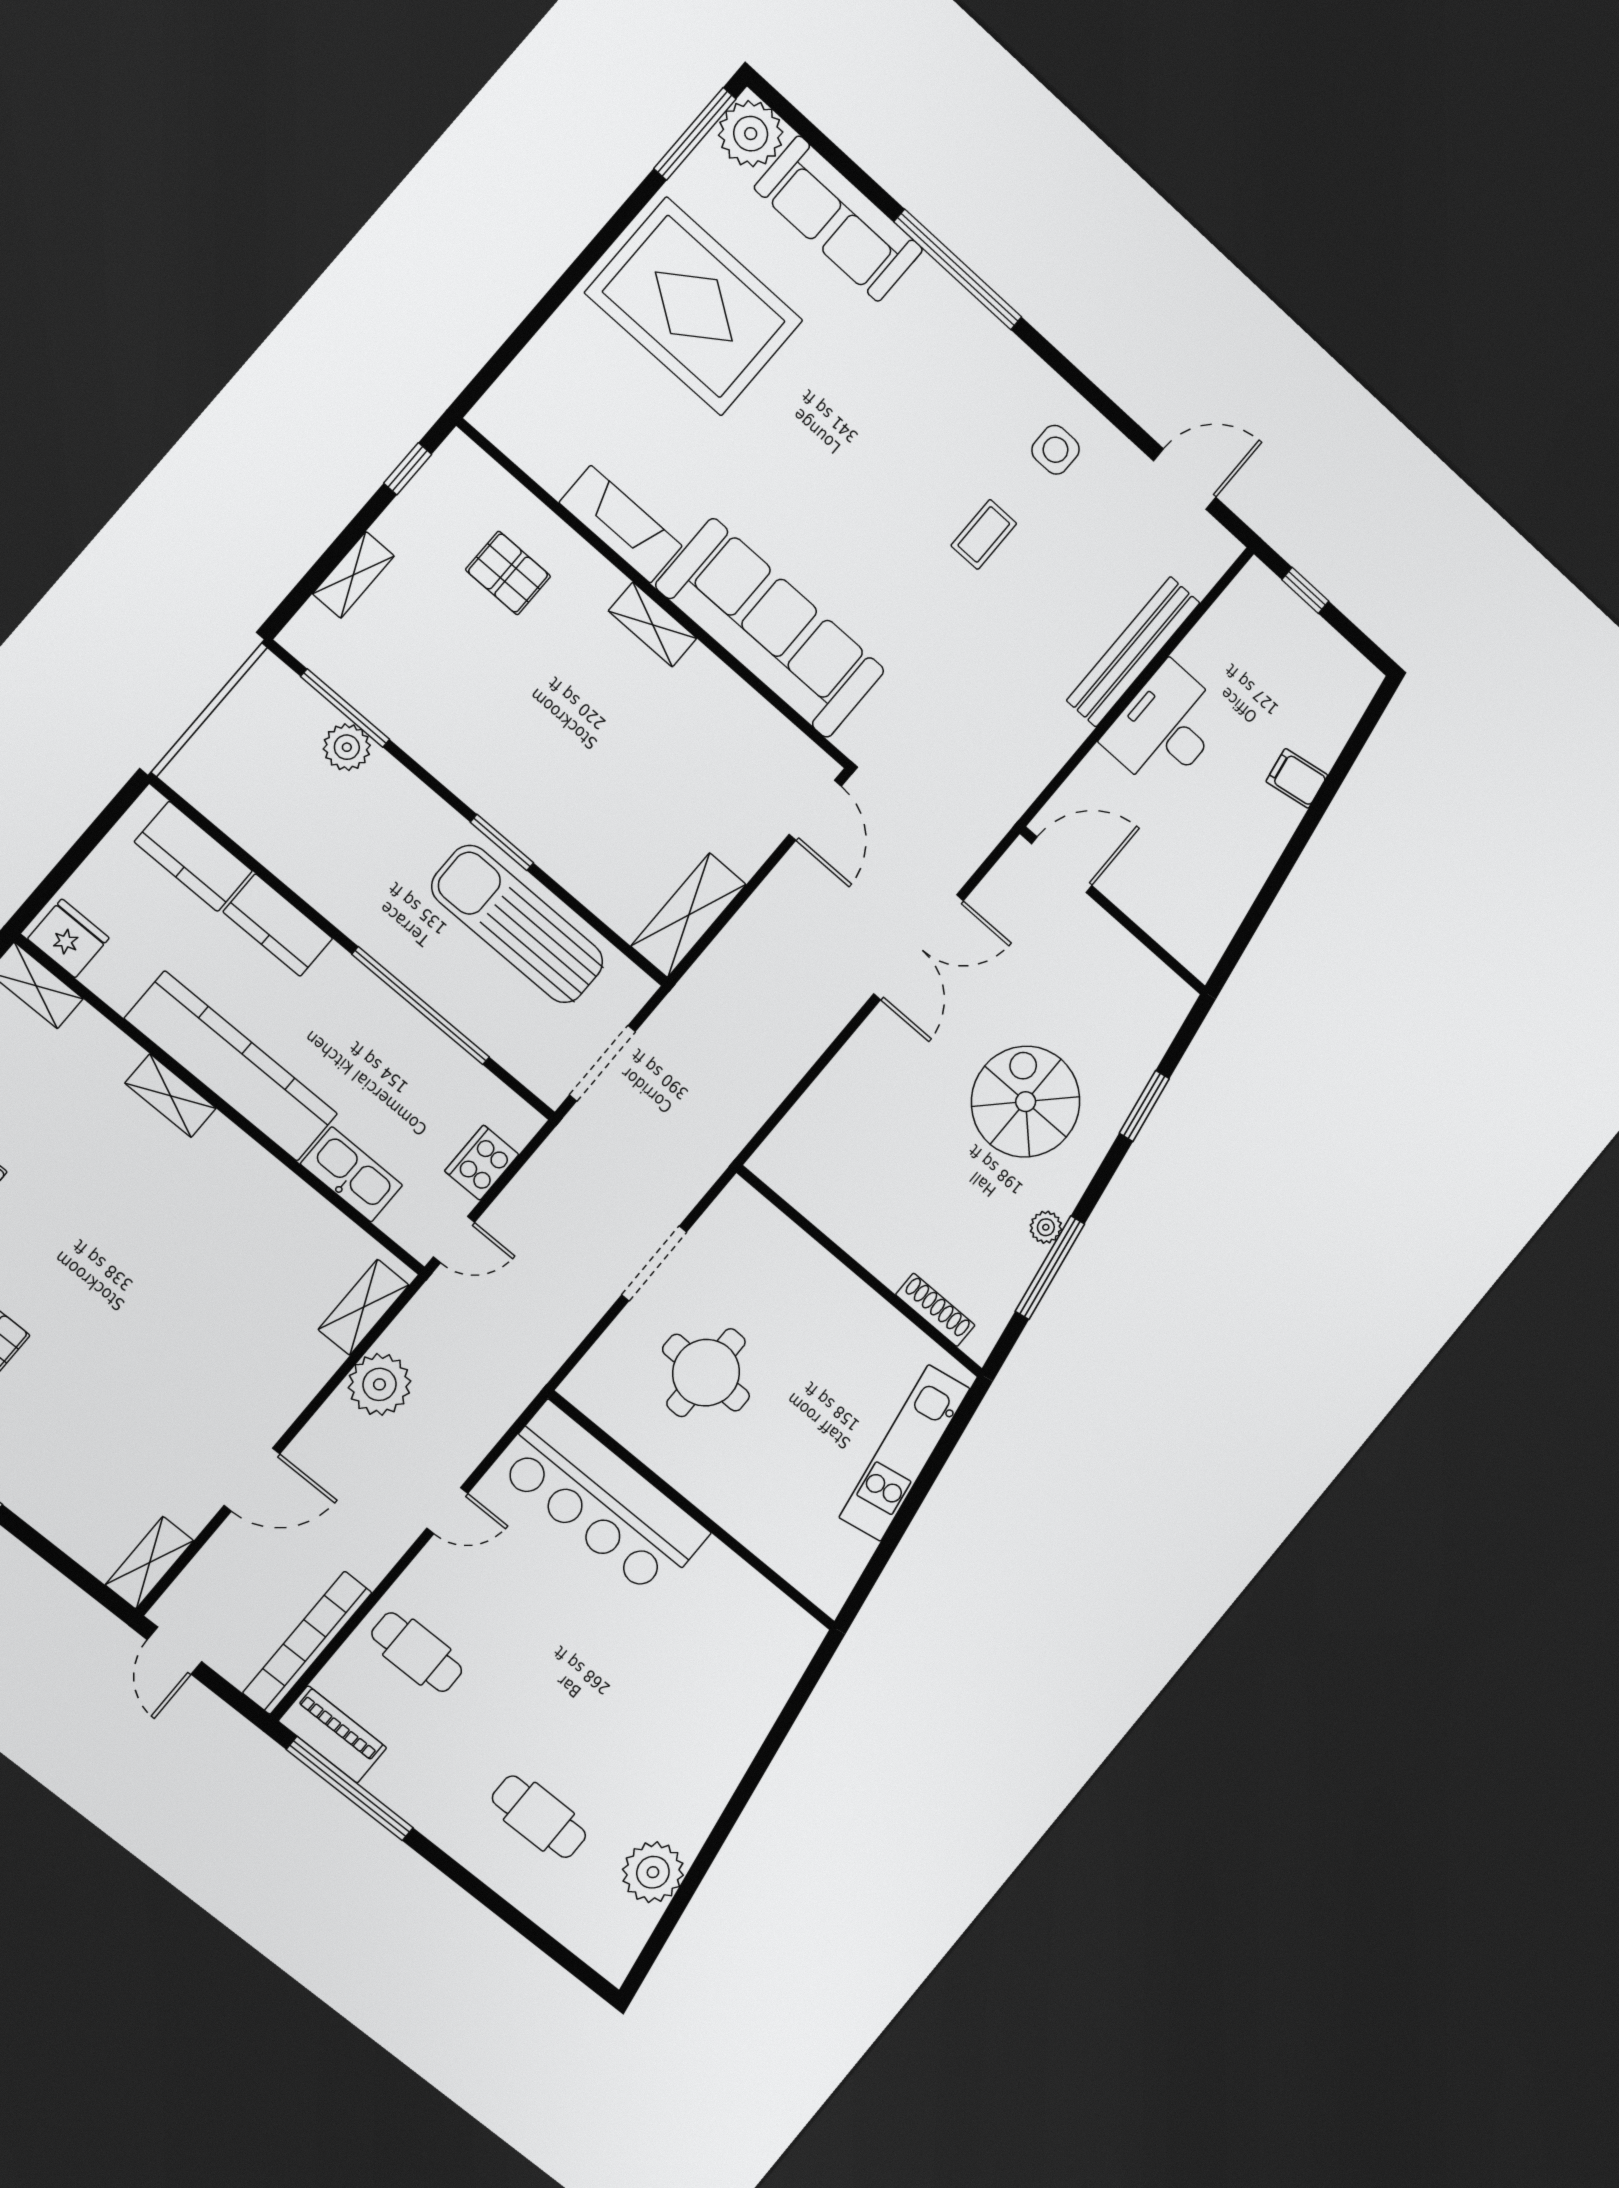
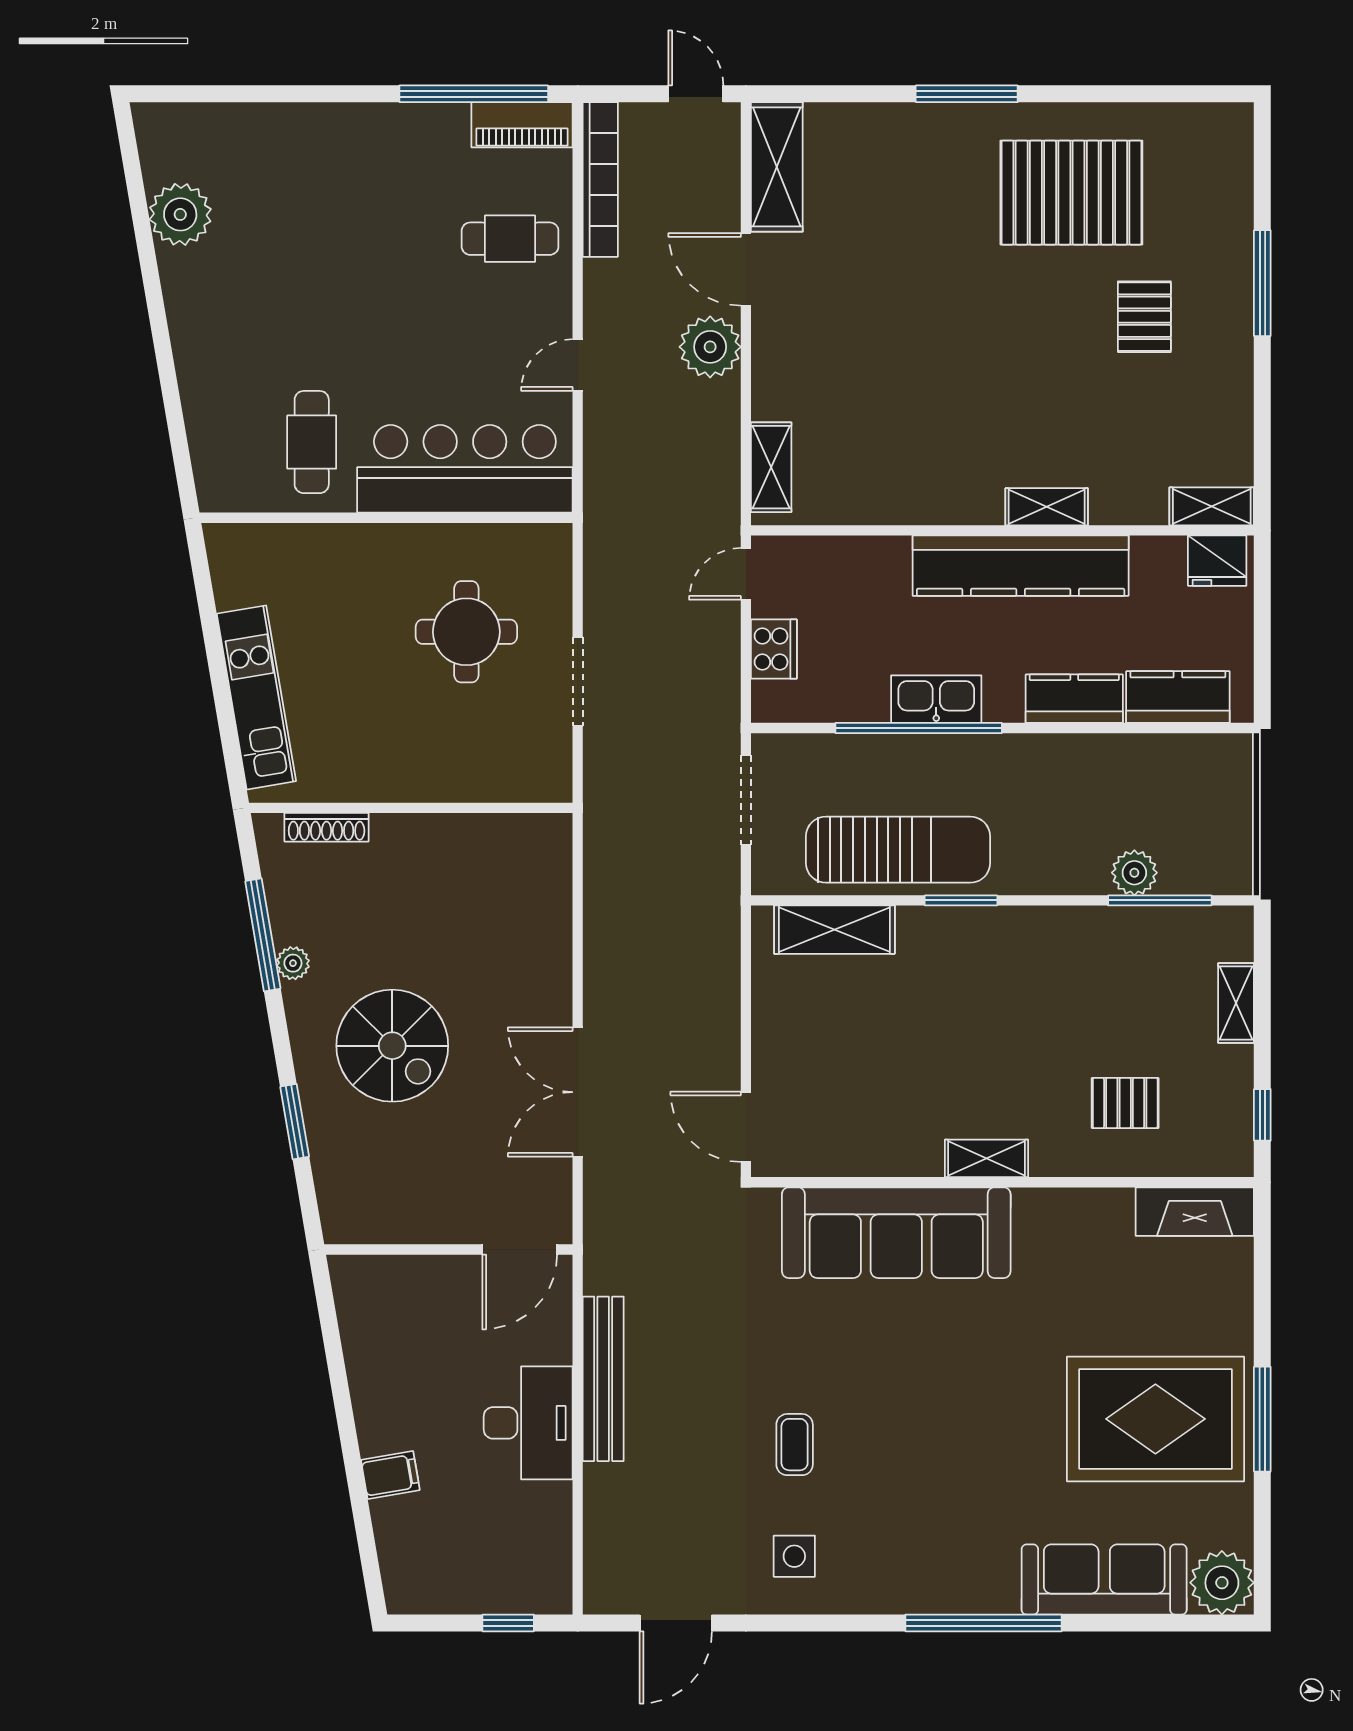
window: (695, 134) -> (1262, 1419), moved
fireplace: (621, 524) -> (1195, 1212), moved
bench: (1133, 652) -> (603, 1379), moved
shelving: (689, 915) -> (834, 930), moved, turned 90
kitchen sink: (351, 1174) -> (936, 699), moved, turned 180
plant: (379, 1384) -> (710, 347), moved
door: (252, 1480) -> (746, 269), hinge flipped
shelving: (149, 1563) -> (777, 167), width x1.50, depth x1.33
cafe table: (539, 1817) -> (312, 442), moved, turned 90

